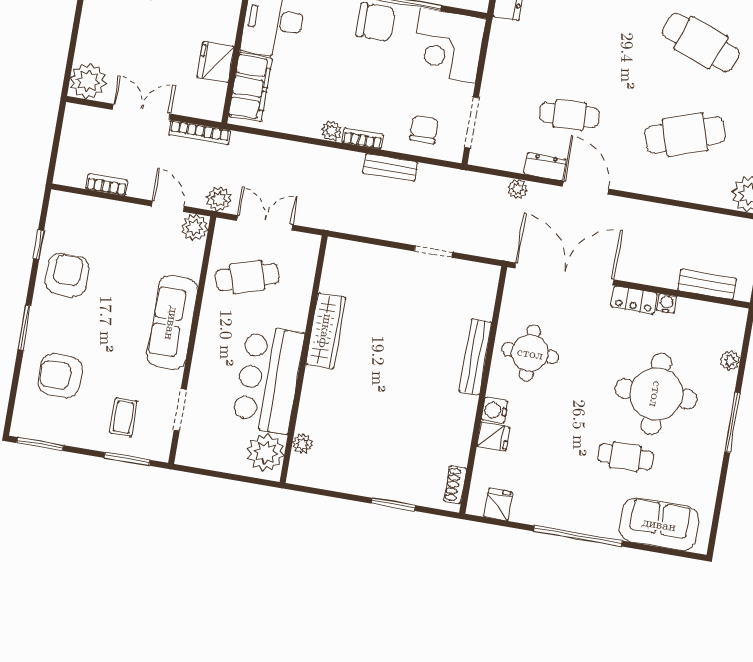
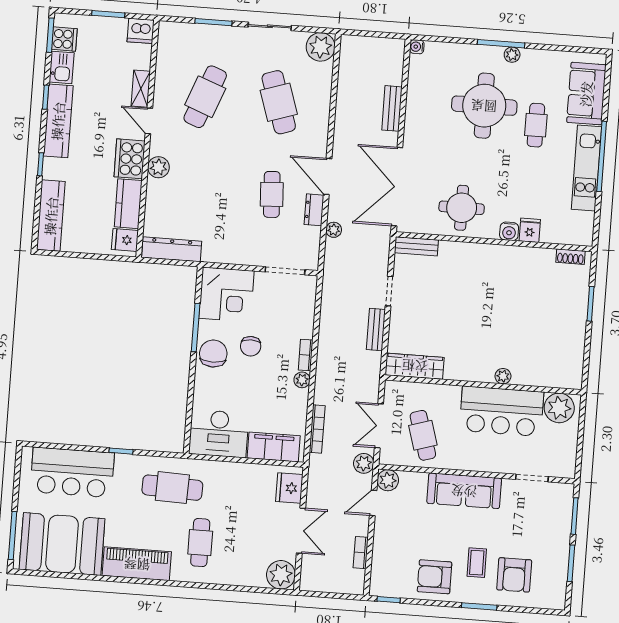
fridge: (216, 62) -> (289, 488), moved, turned 90
double door: (141, 112) -> (301, 531), swing flipped
chair: (424, 130) -> (251, 346), moved, turned -90
bookcase: (200, 133) -> (317, 429), moved
bench: (390, 168) -> (376, 330), moved
door: (585, 188) -> (328, 176), hinge flipped
window: (39, 245) -> (389, 600), moved
bench: (707, 284) -> (392, 108), moved
locker: (634, 300) -> (412, 130), removed
water cooler: (667, 303) -> (417, 47), moved
wardrobe: (326, 331) -> (415, 366), moved
bench: (475, 357) -> (416, 246), moved, width x0.73
plant: (730, 361) -> (512, 55), moved
coffee table: (124, 417) -> (477, 563), moved, turned 90
window: (40, 444) -> (571, 563), moved
plant: (302, 444) -> (503, 376), moved
fridge: (498, 504) -> (583, 221), removed
kitchen unit: (565, 515) -> (586, 168), added

